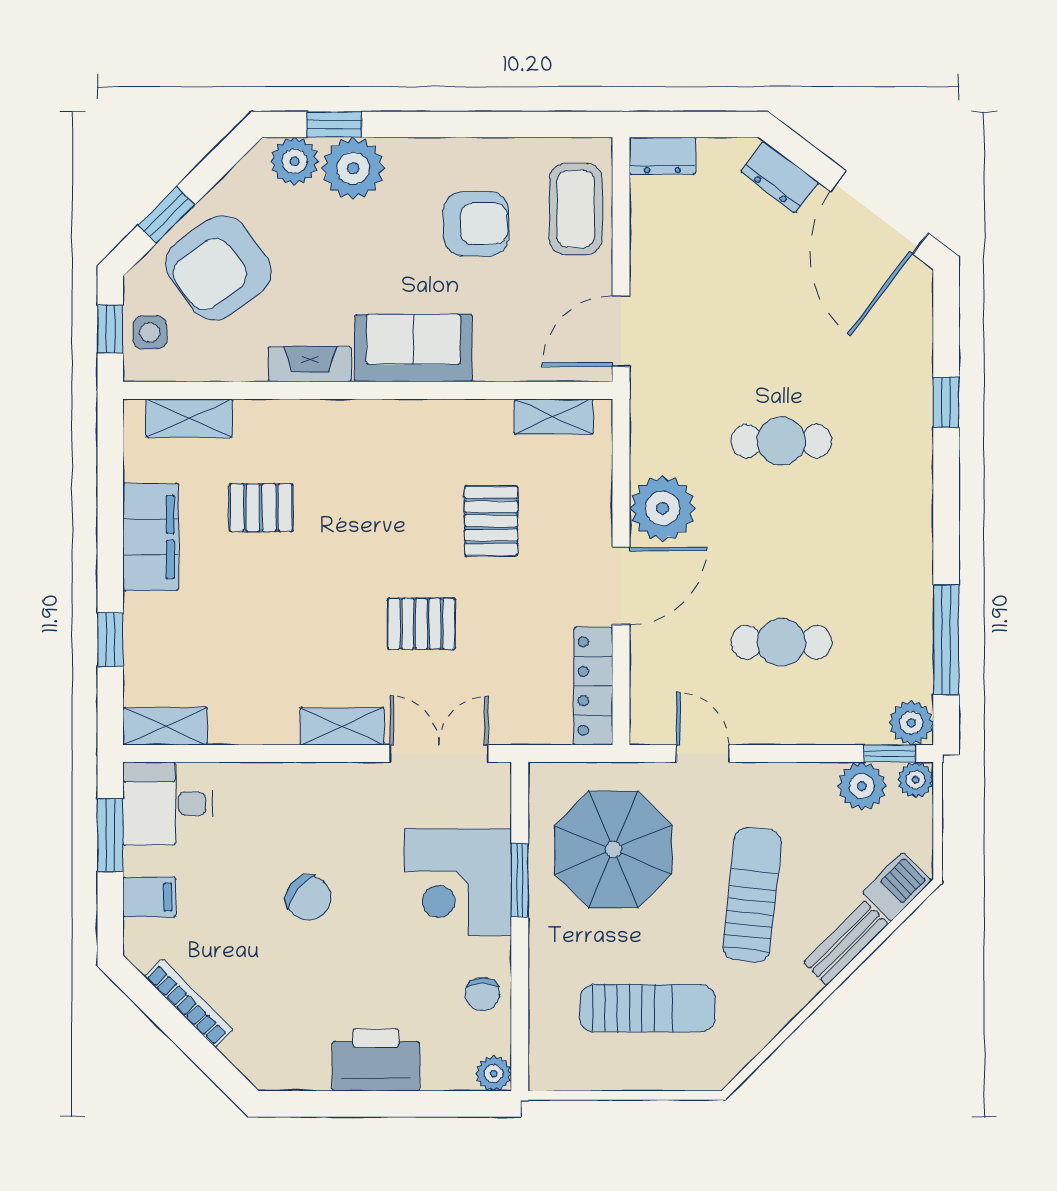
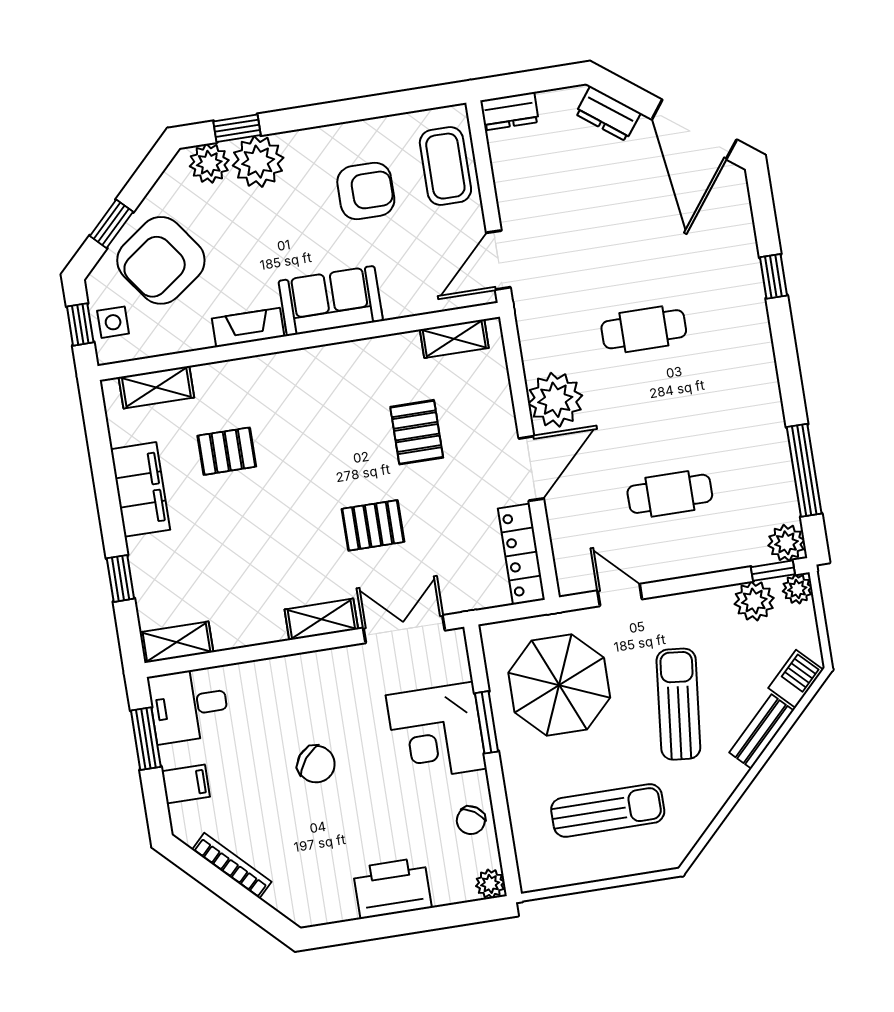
chair: (483, 994) -> (471, 820), turned 34

